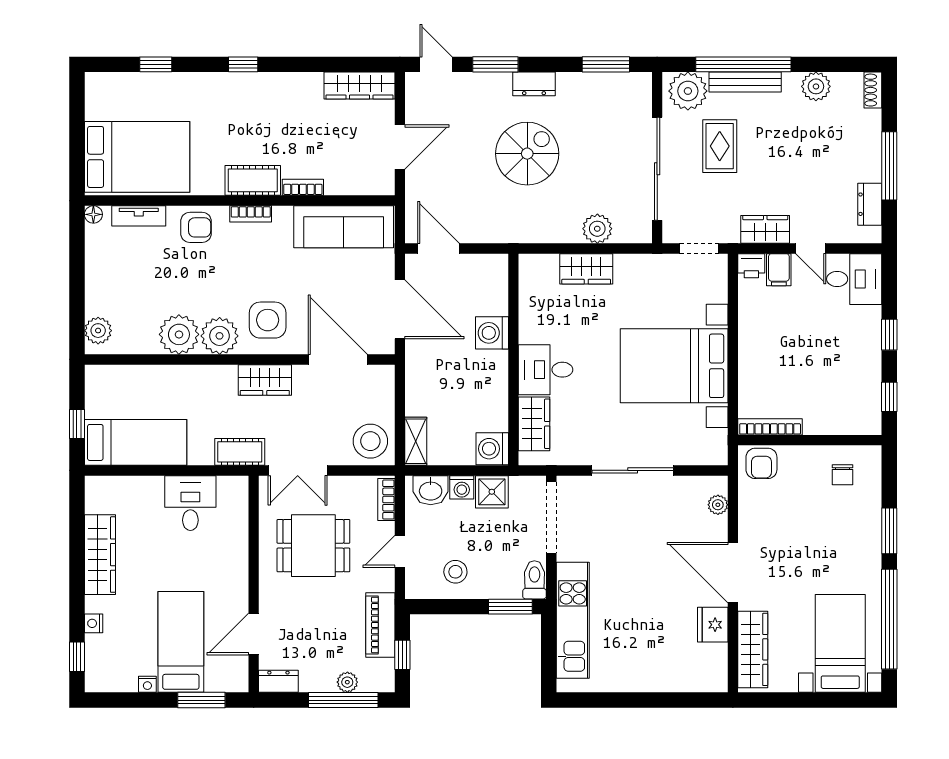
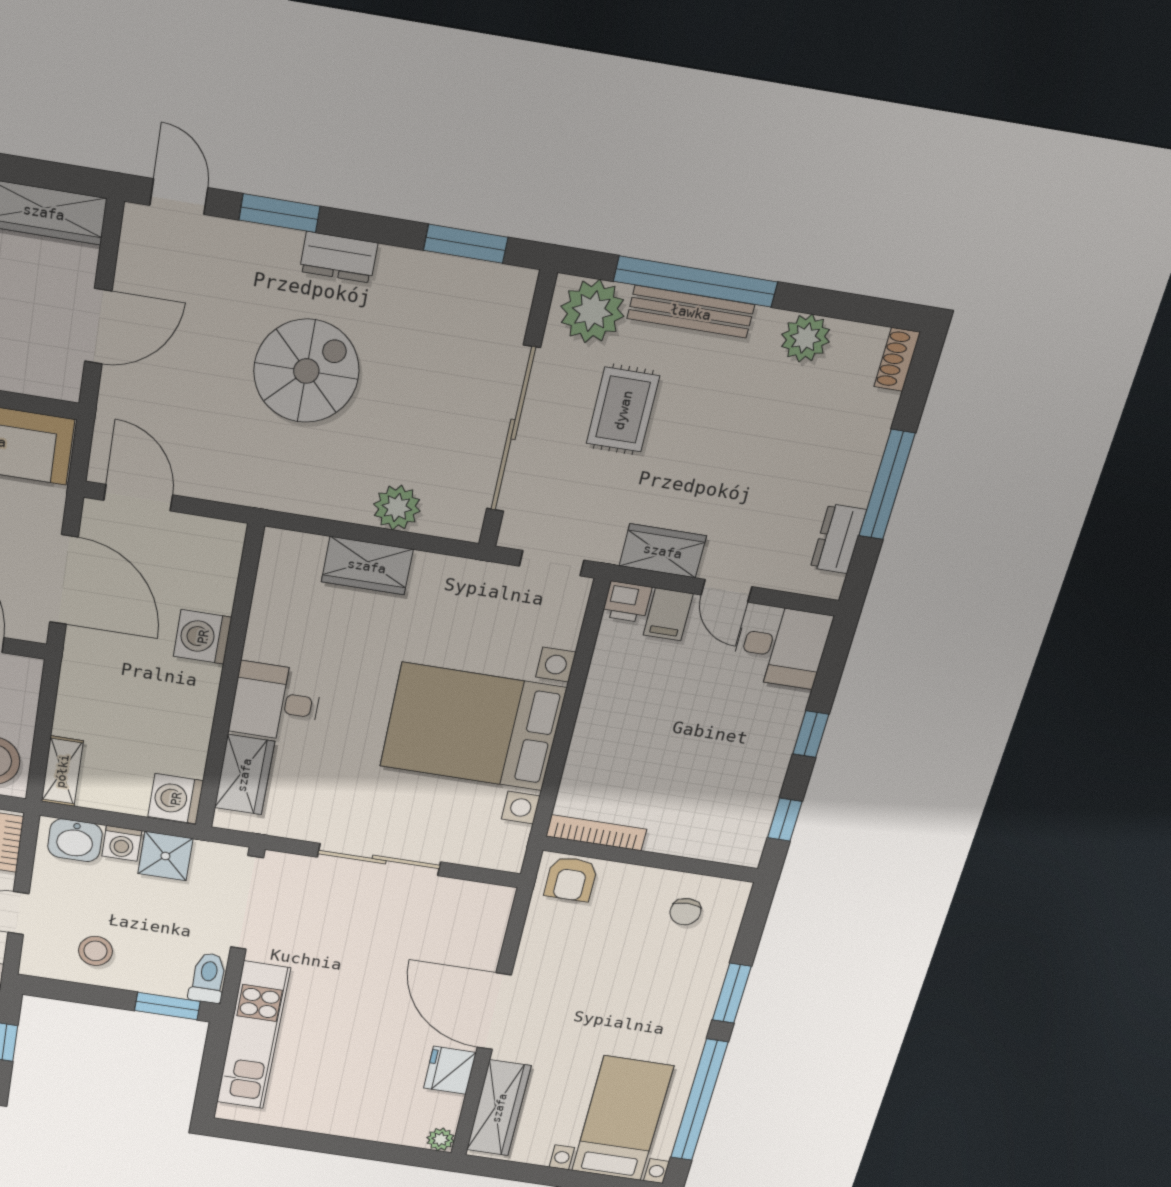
plant: (718, 505) -> (440, 1139), moved

